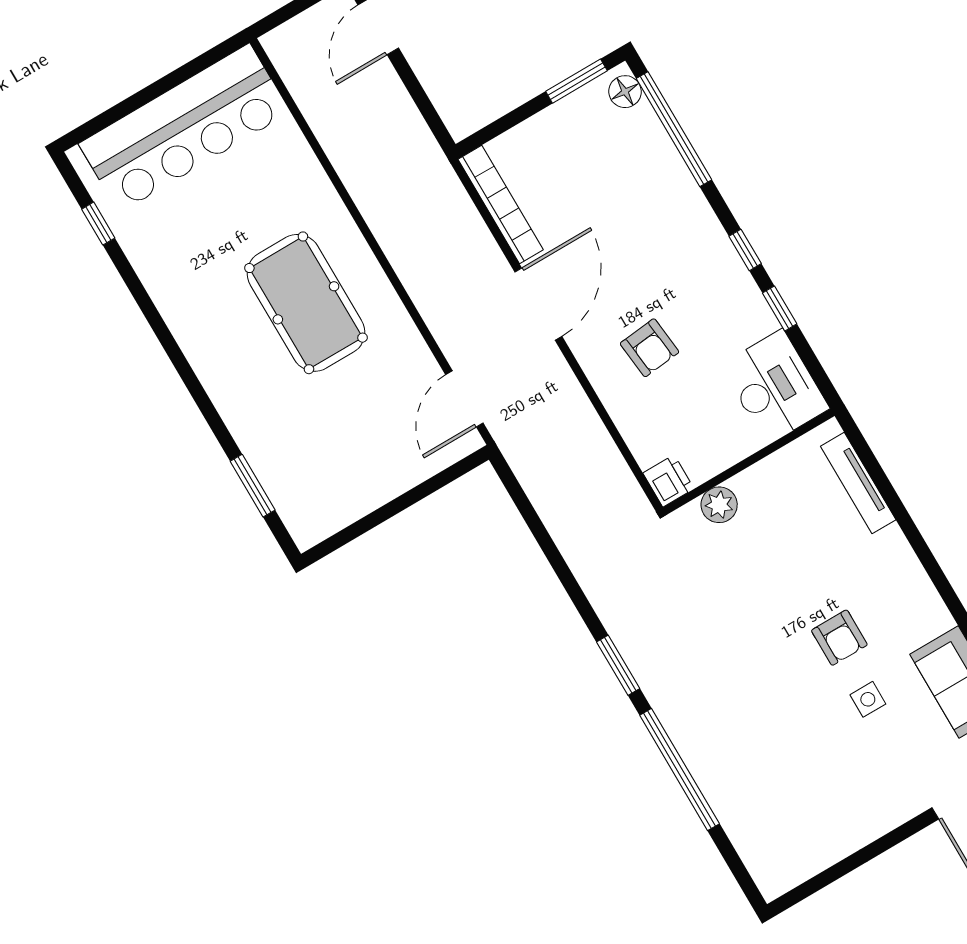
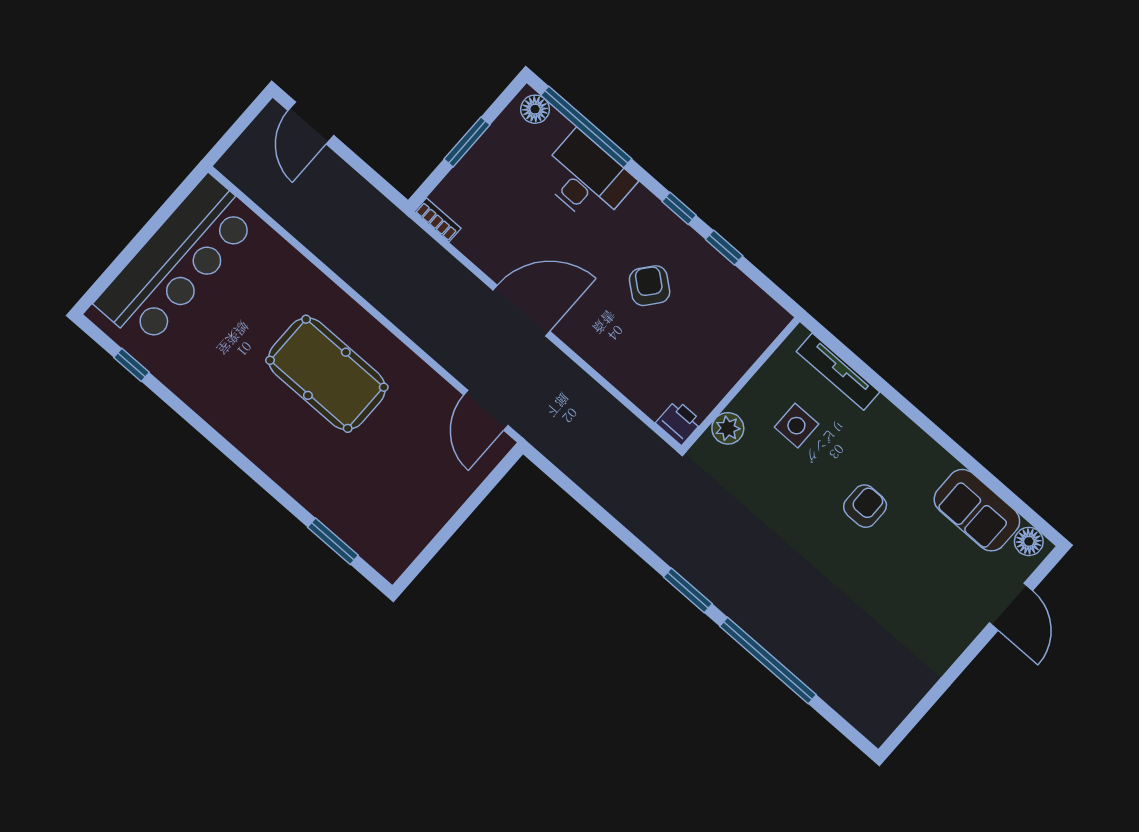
window: (576, 81) -> (467, 142), moved
bookcase: (501, 204) -> (438, 220), width x0.43, depth x0.76
door: (538, 304) -> (521, 311), hinge flipped
armchair: (650, 348) -> (650, 286), moved, turned -135
desk: (775, 387) -> (586, 178), moved
armchair: (839, 638) -> (865, 506), turned -90
side table: (868, 699) -> (796, 426), moved, width x1.37, depth x1.37

